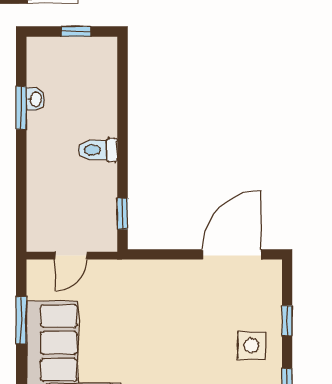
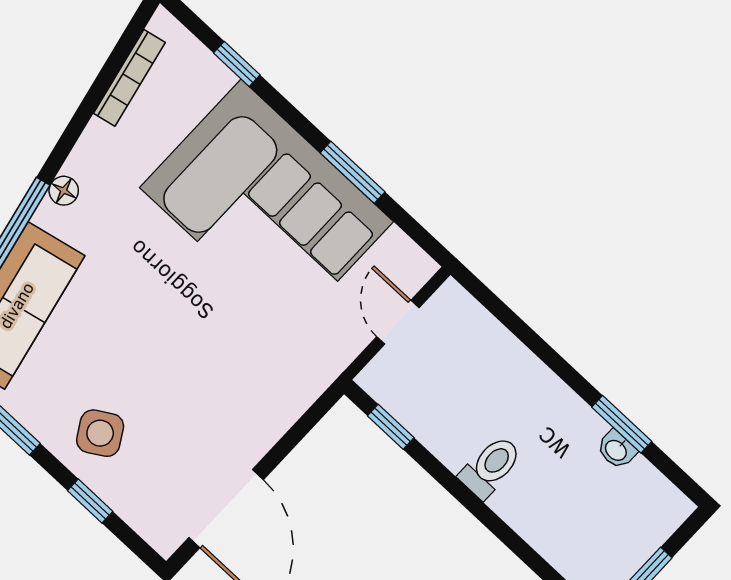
window: (21, 320) -> (353, 172), moved
side table: (251, 345) -> (100, 433), turned -31

